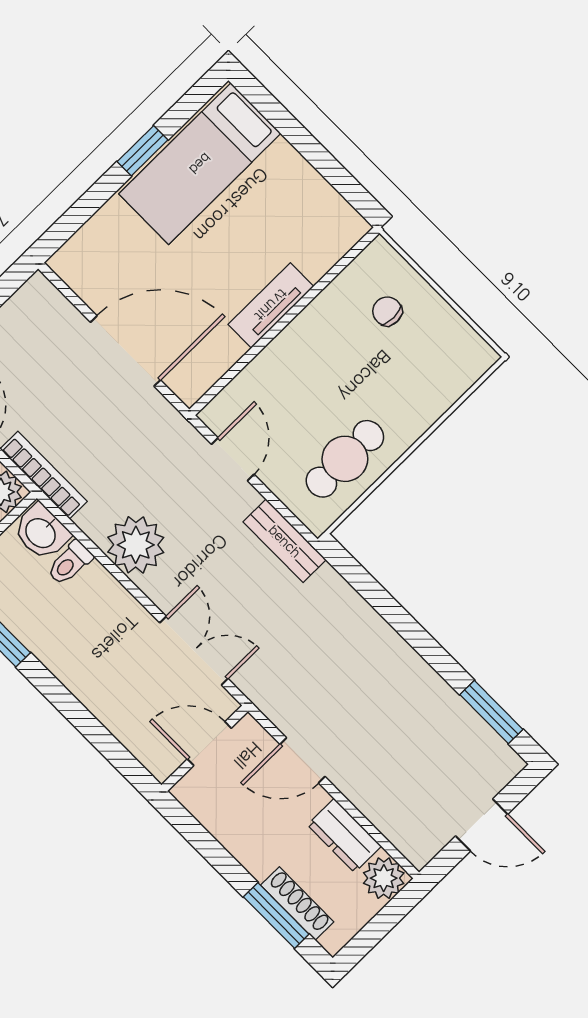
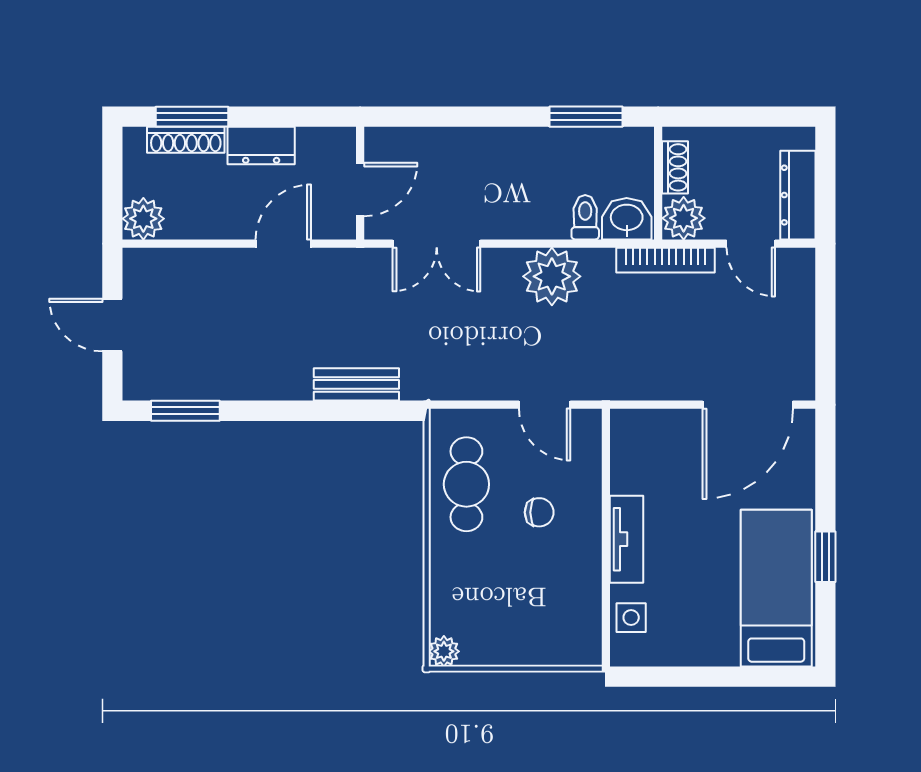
side table: (324, 247) -> (631, 618), added
chair: (387, 311) -> (539, 512), moved
door: (126, 351) -> (748, 405), moved
plant: (480, 357) -> (444, 651), added
bench: (285, 541) -> (356, 384), moved
door: (482, 825) -> (112, 325), hinge flipped
dresser: (344, 835) -> (261, 146), moved, turned 180

